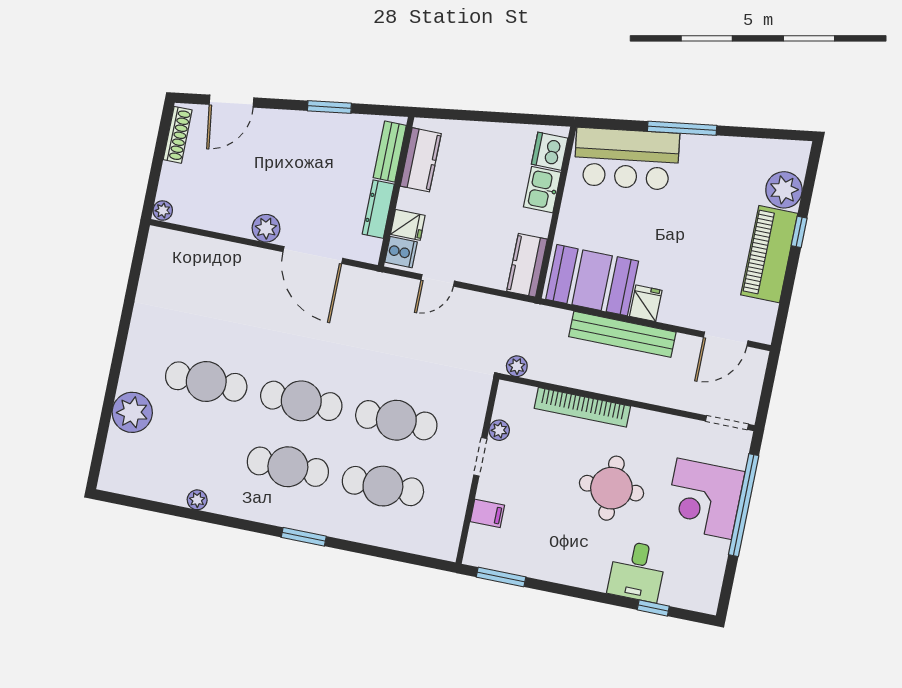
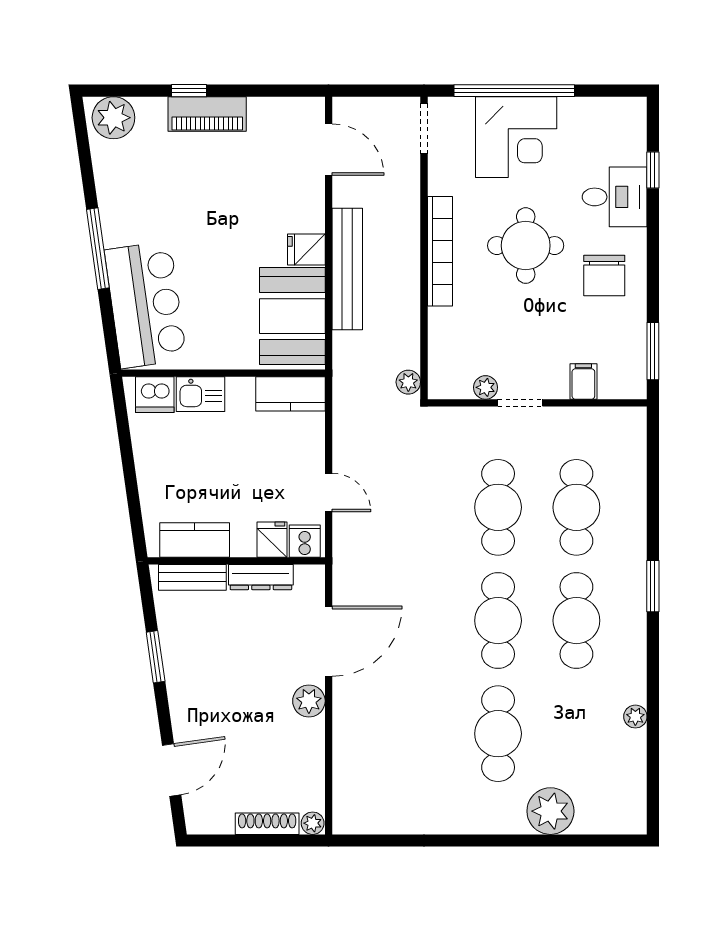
door: (232, 101) -> (172, 770), hinge flipped
shoe rack: (178, 135) -> (267, 824), moved
plant: (784, 190) -> (113, 118), moved
piano: (769, 254) -> (207, 114), width x0.73, depth x0.75
bookcase: (582, 407) -> (440, 251), moved
chair: (573, 549) -> (604, 276), added

